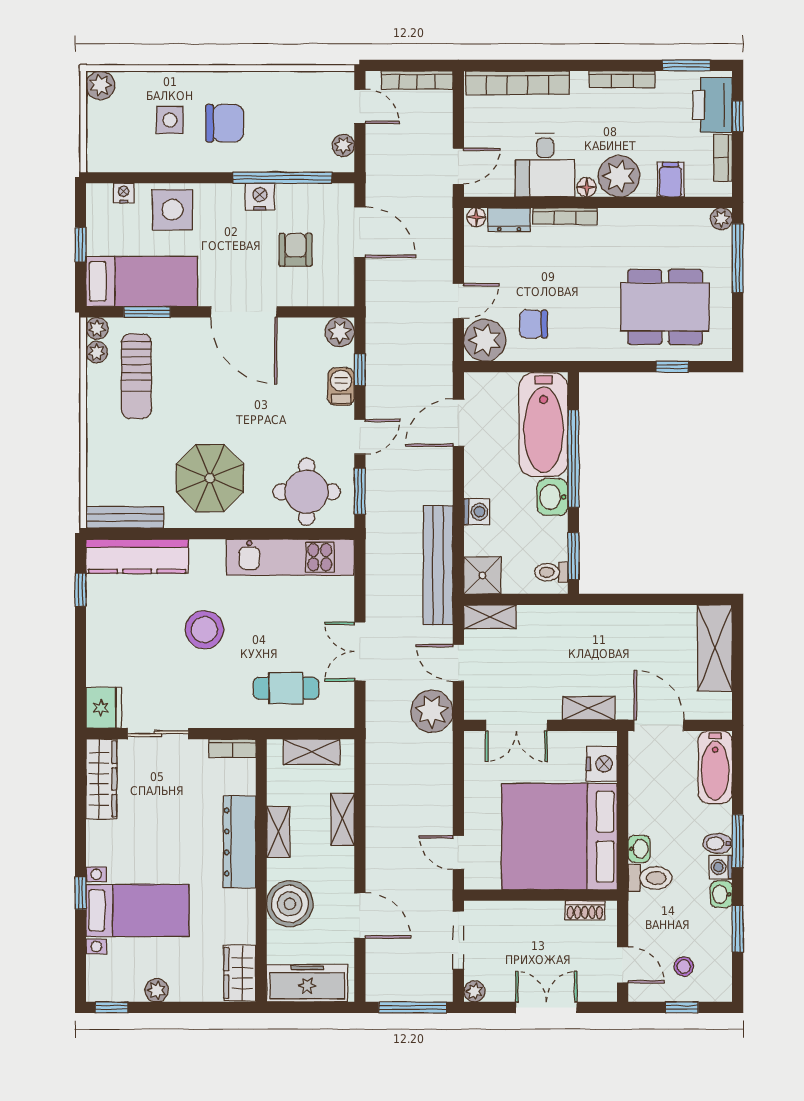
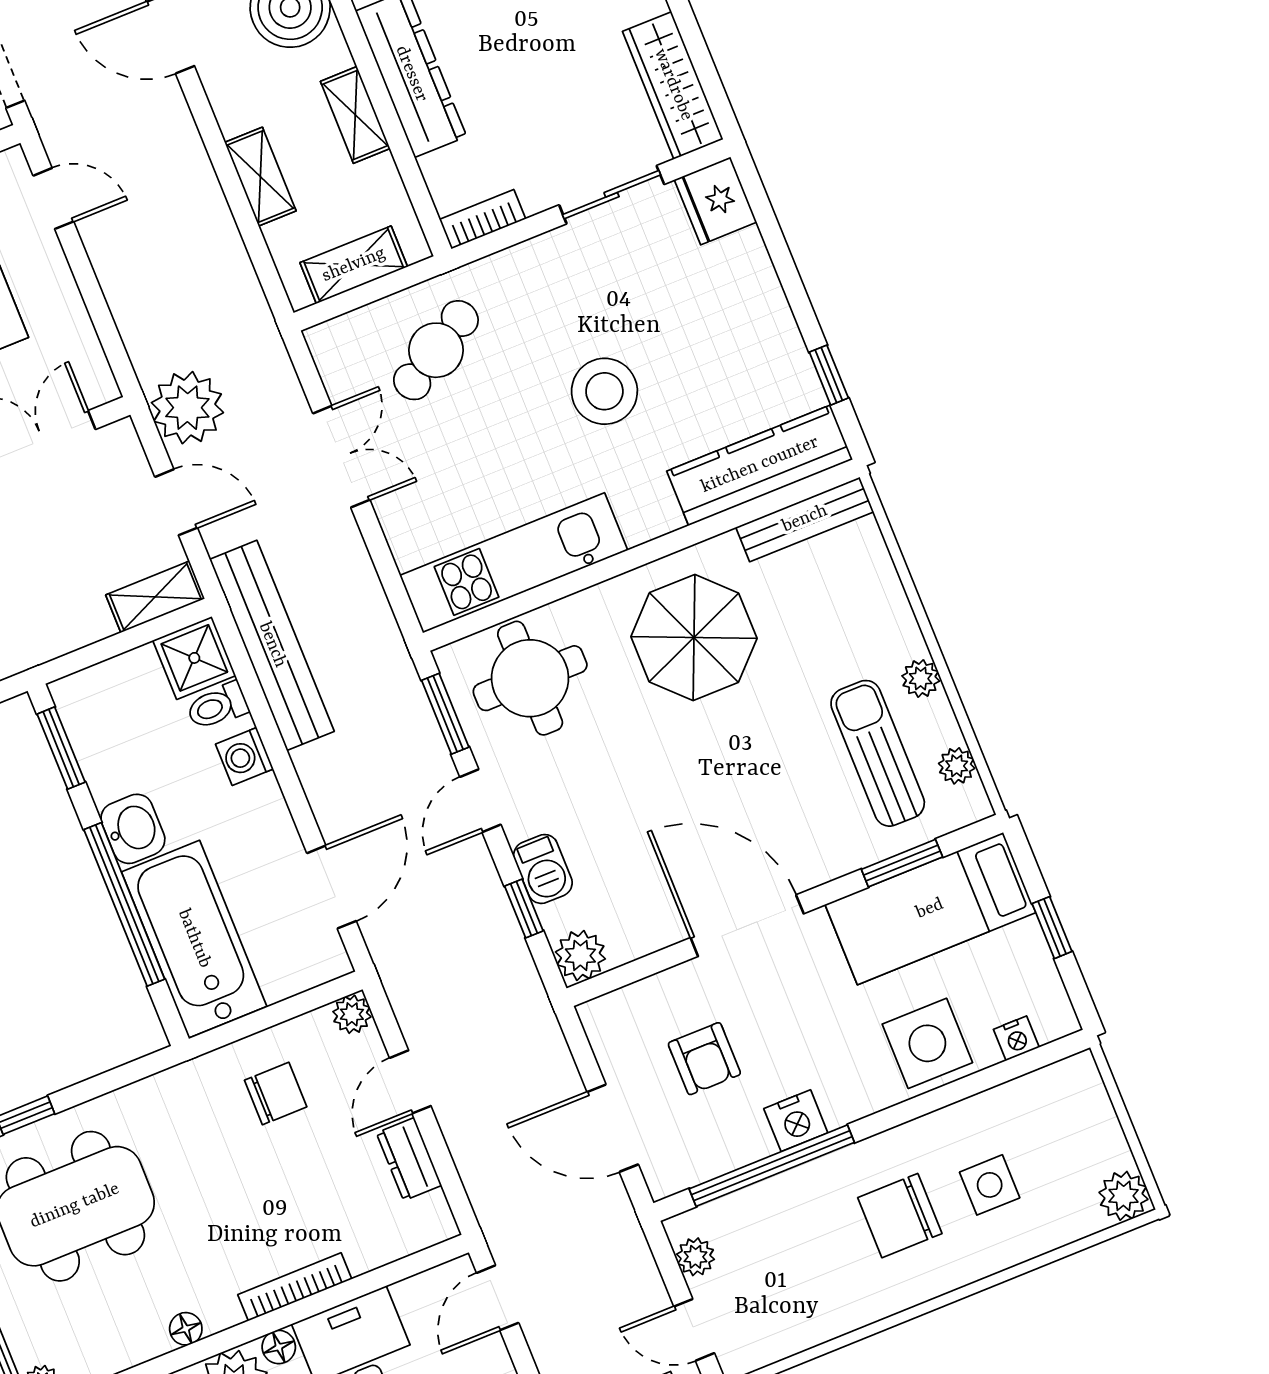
floor lamp: (476, 217) -> (186, 1329), moved
dresser: (509, 220) -> (409, 1159), moved, turned -90
plant: (97, 328) -> (921, 679), moved
plant: (485, 340) -> (352, 1014), width x0.53, depth x0.53
toilet: (551, 572) -> (217, 706), moved, turned 180
cafe table: (286, 688) -> (436, 350), turned -31

